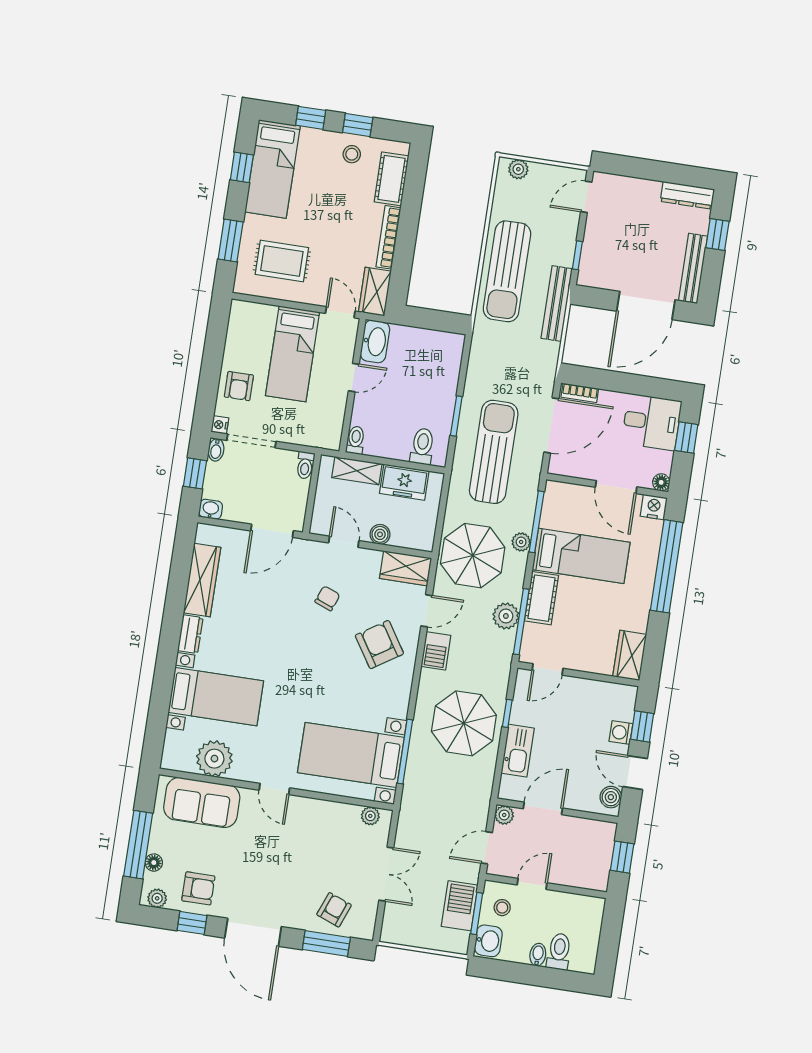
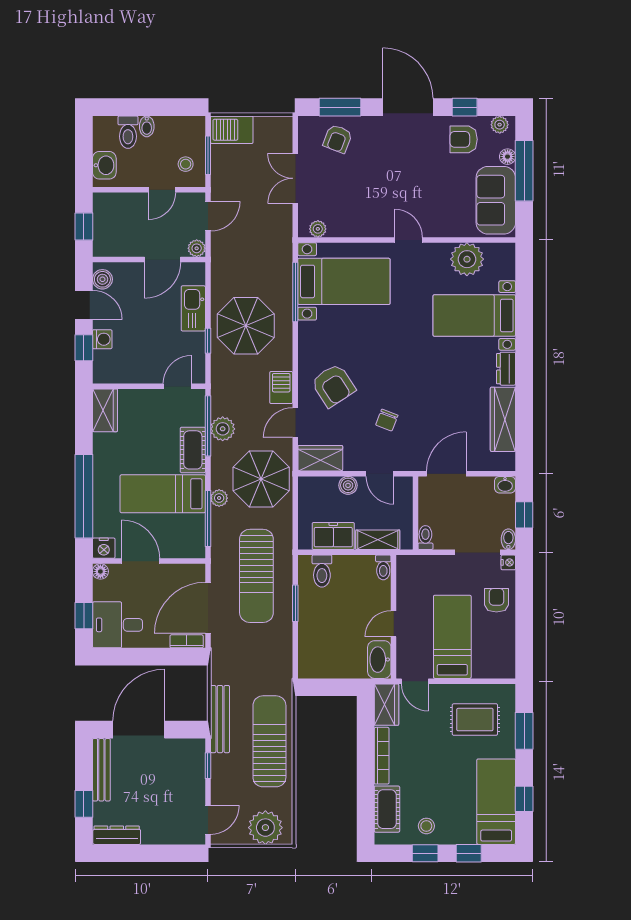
plant: (518, 169) -> (265, 828), width x1.88, depth x1.88
sofa: (202, 802) -> (496, 200), moved, turned -90
barbecue: (460, 906) -> (232, 130), moved, turned 90
washbasin: (488, 941) -> (104, 165), moved, turned 180

